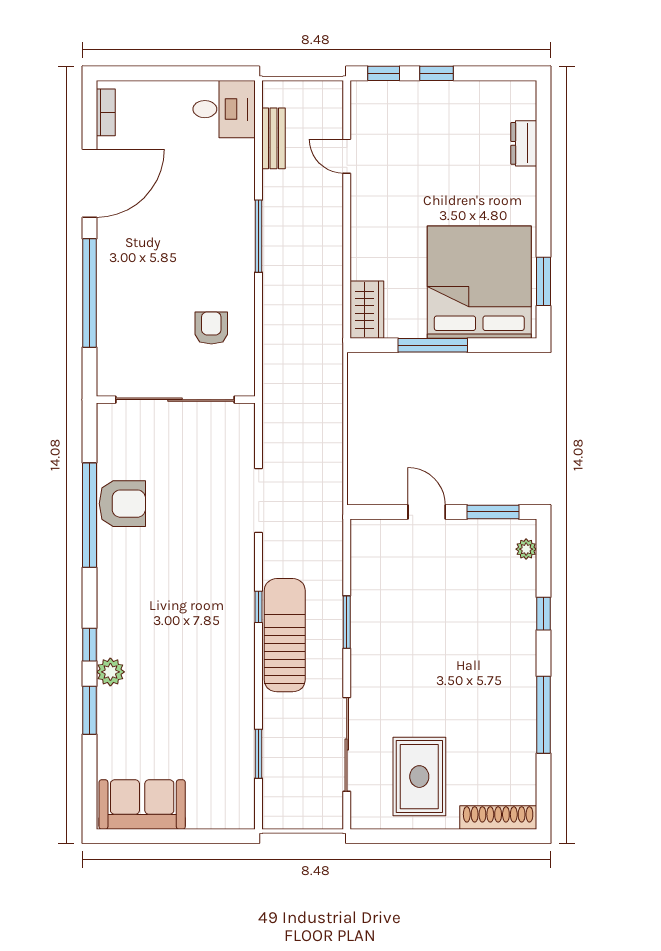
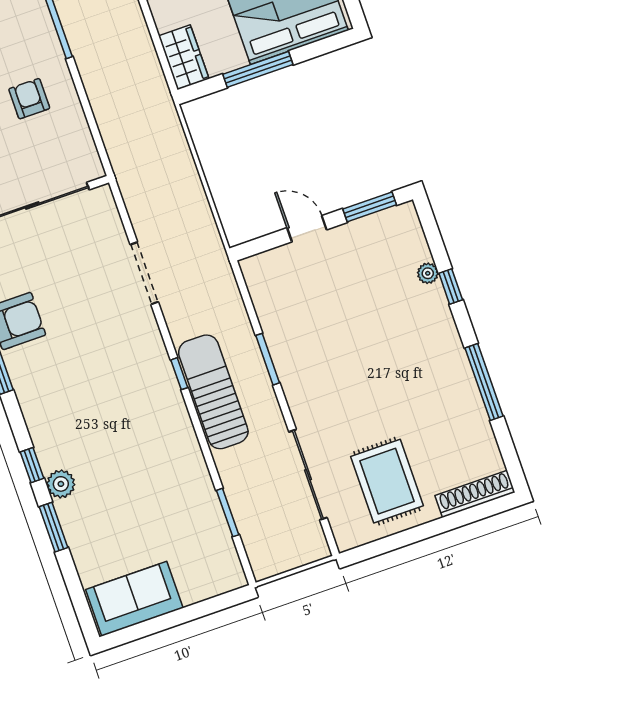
armchair: (211, 328) -> (29, 99), moved
plant: (526, 549) -> (428, 273), moved

